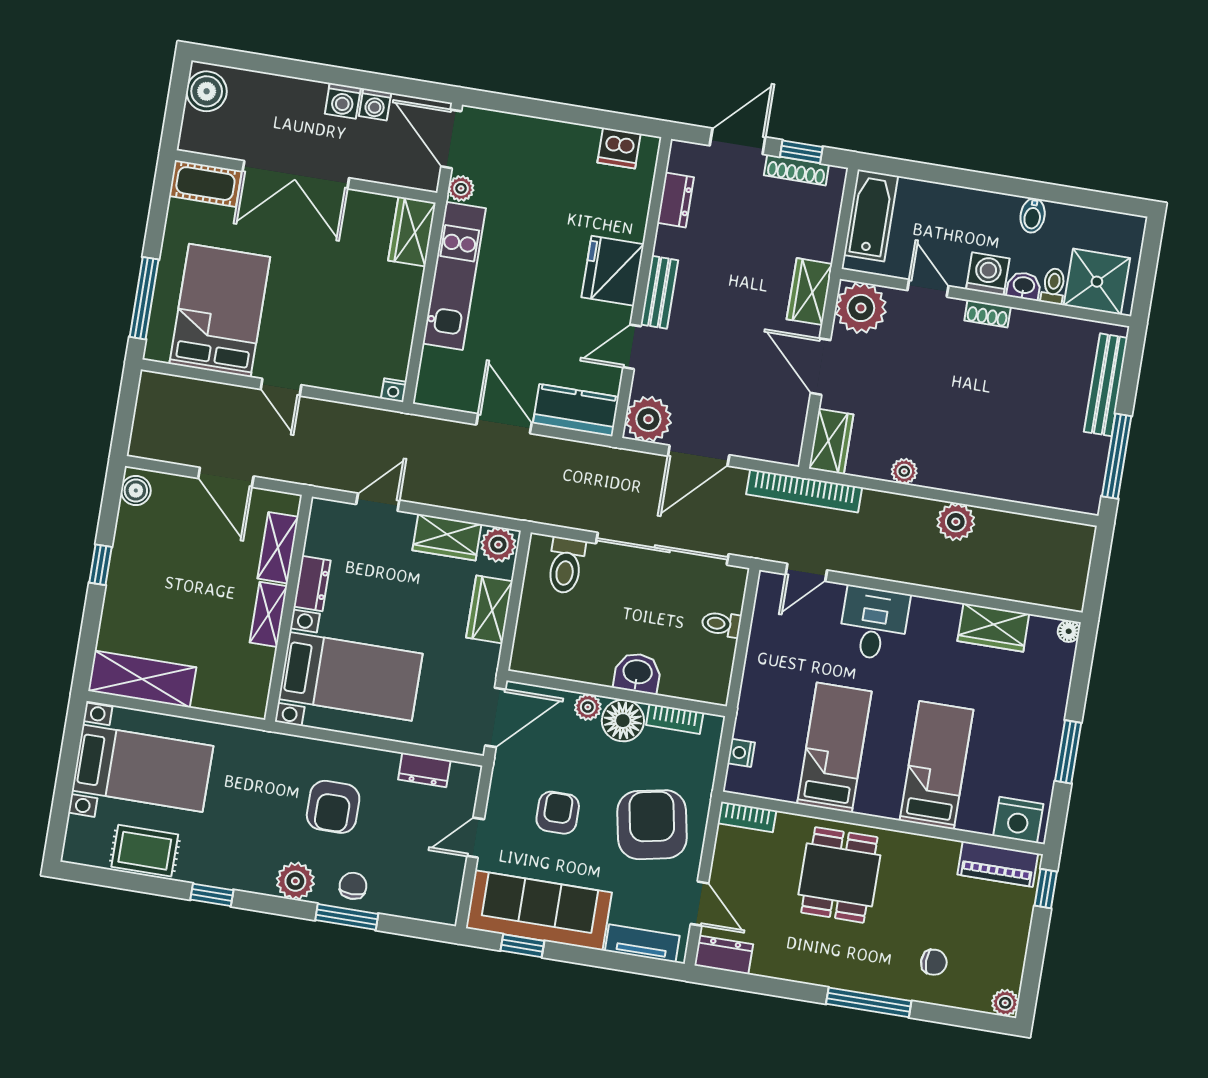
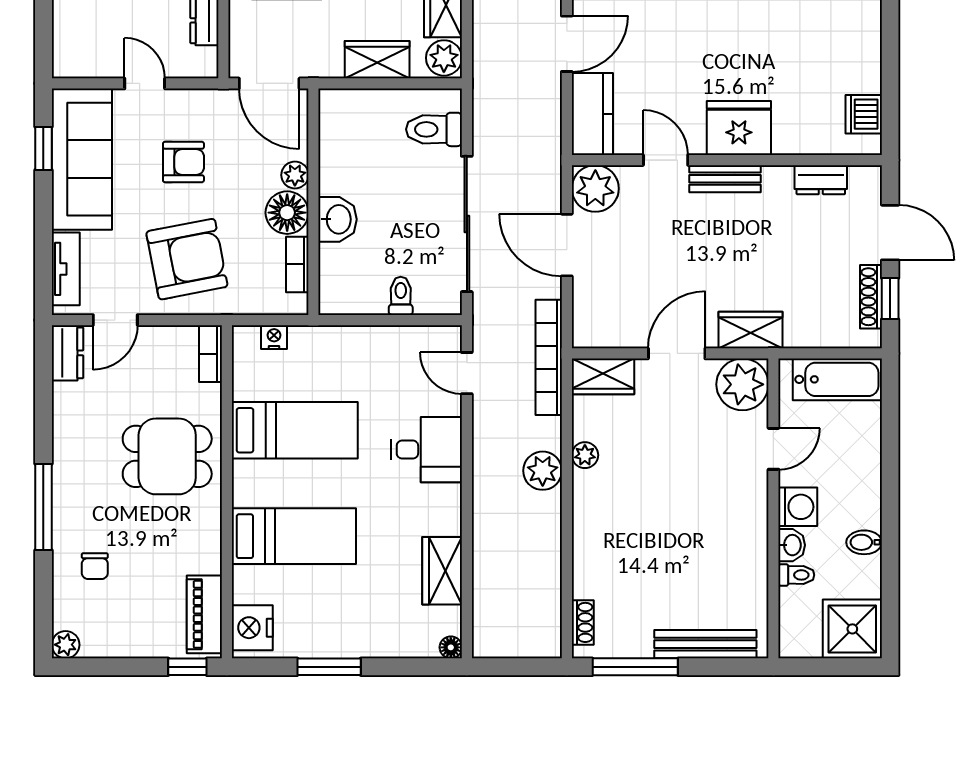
shower: (1097, 282) -> (852, 629), moved
shoe rack: (988, 314) -> (583, 622), moved, turned 180
plant: (956, 522) -> (543, 471), moved

